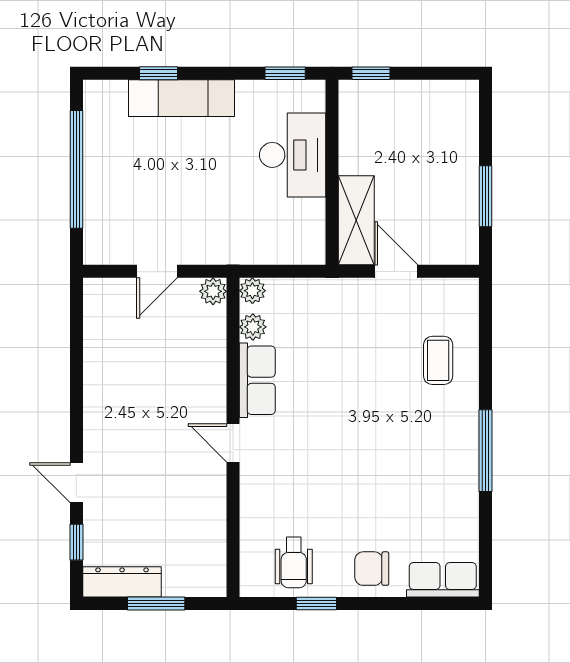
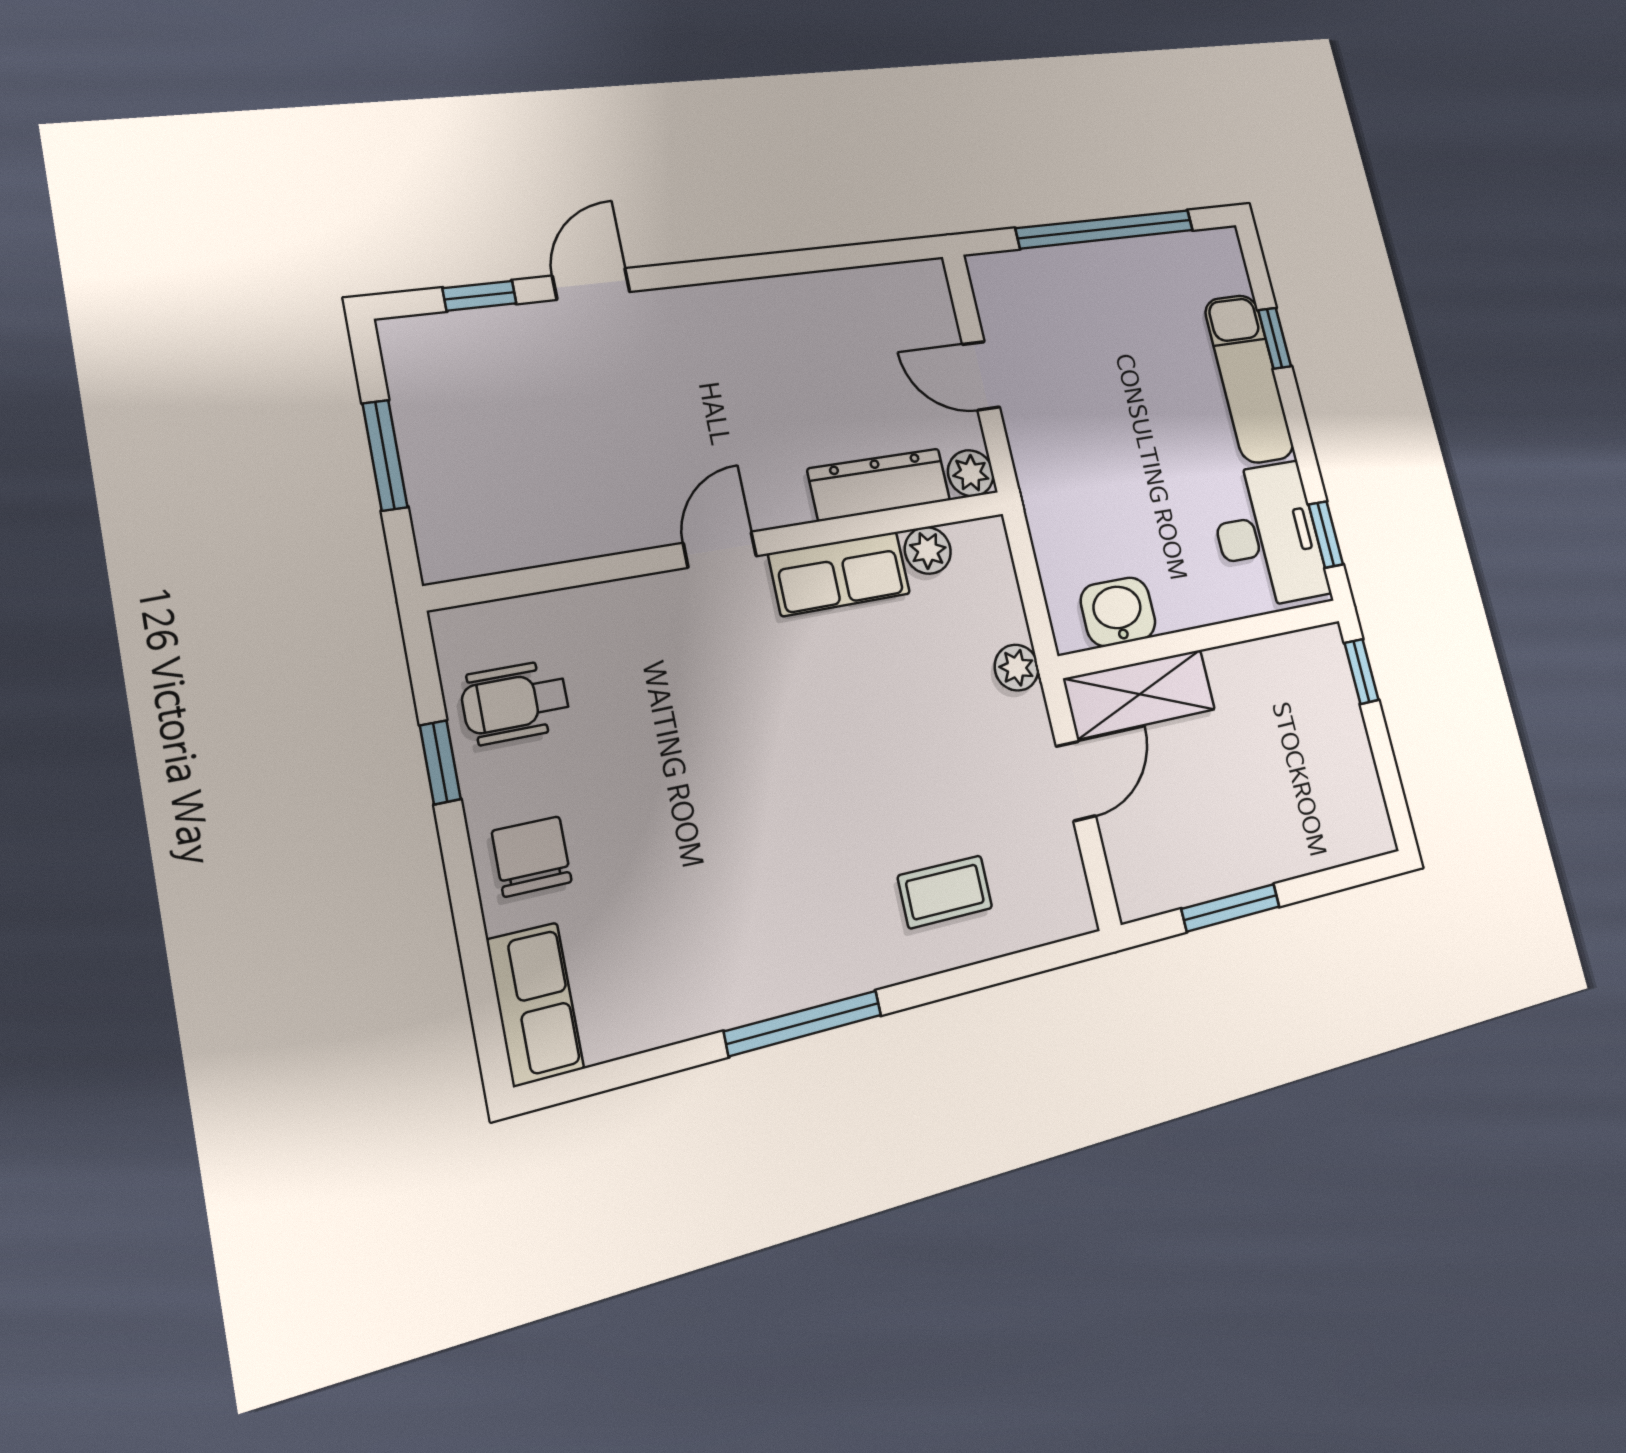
desk: (293, 155) -> (1268, 535), moved, turned -90
washbasin: (307, 221) -> (1118, 612), added
plant: (252, 291) -> (1017, 668), moved
dresser: (122, 582) -> (879, 485), moved, turned -90

